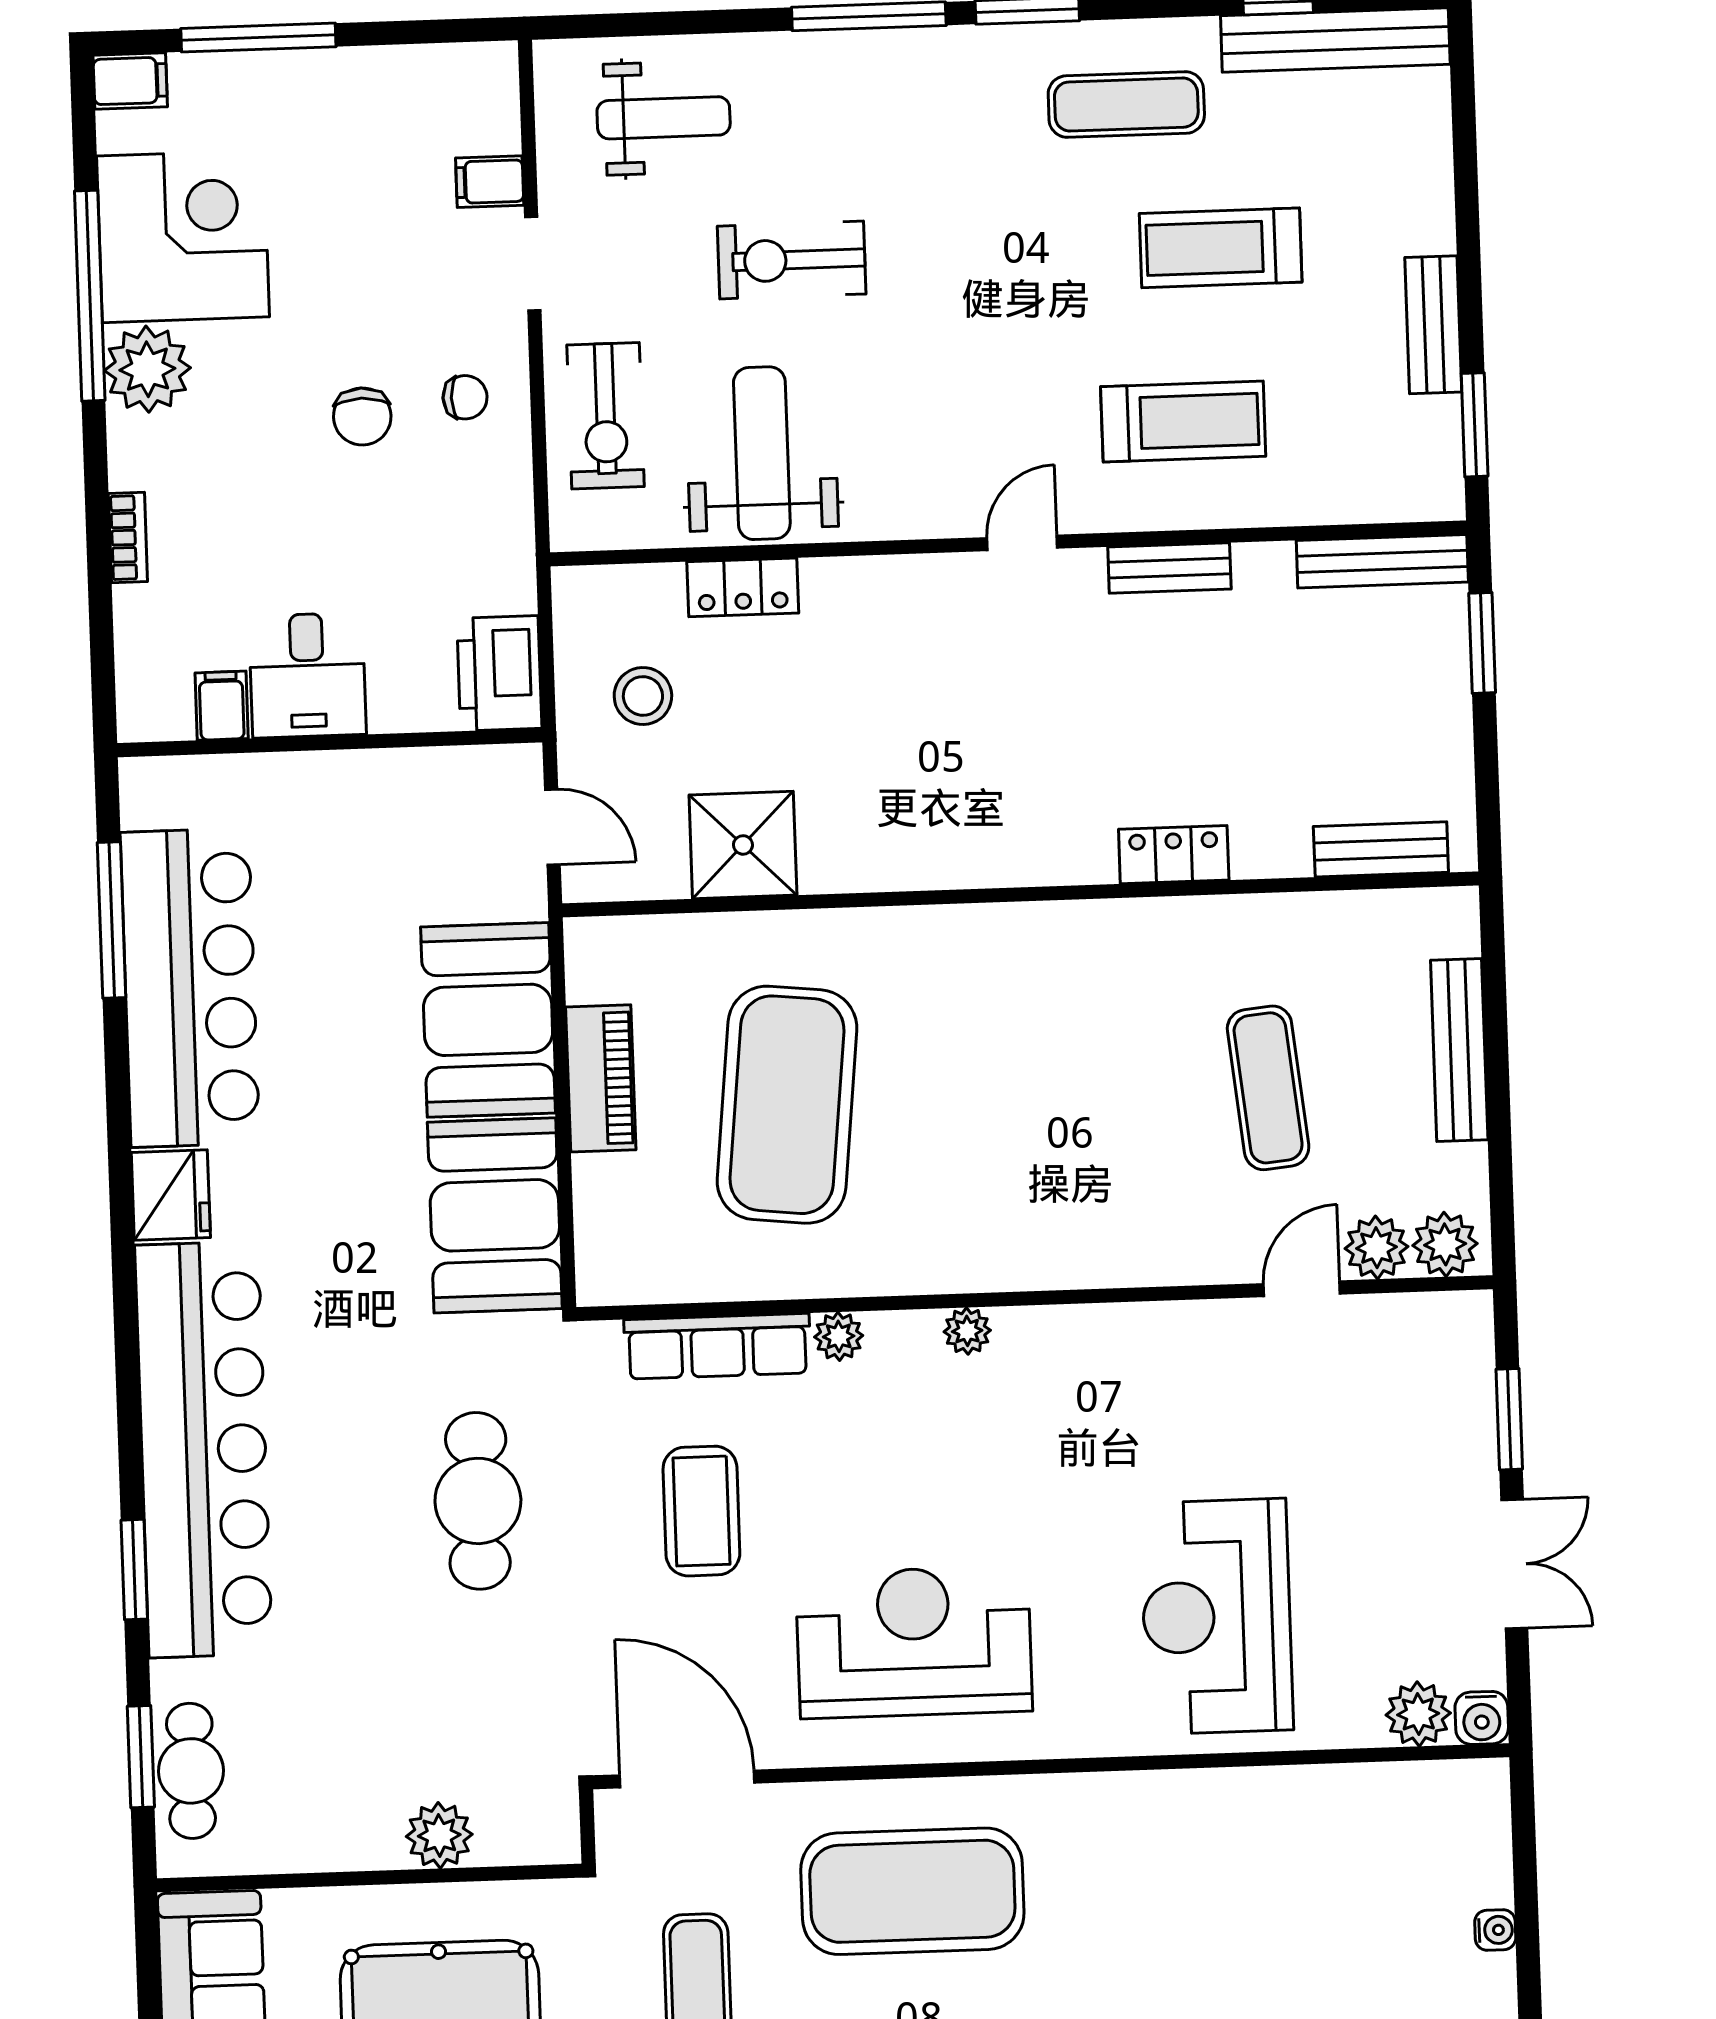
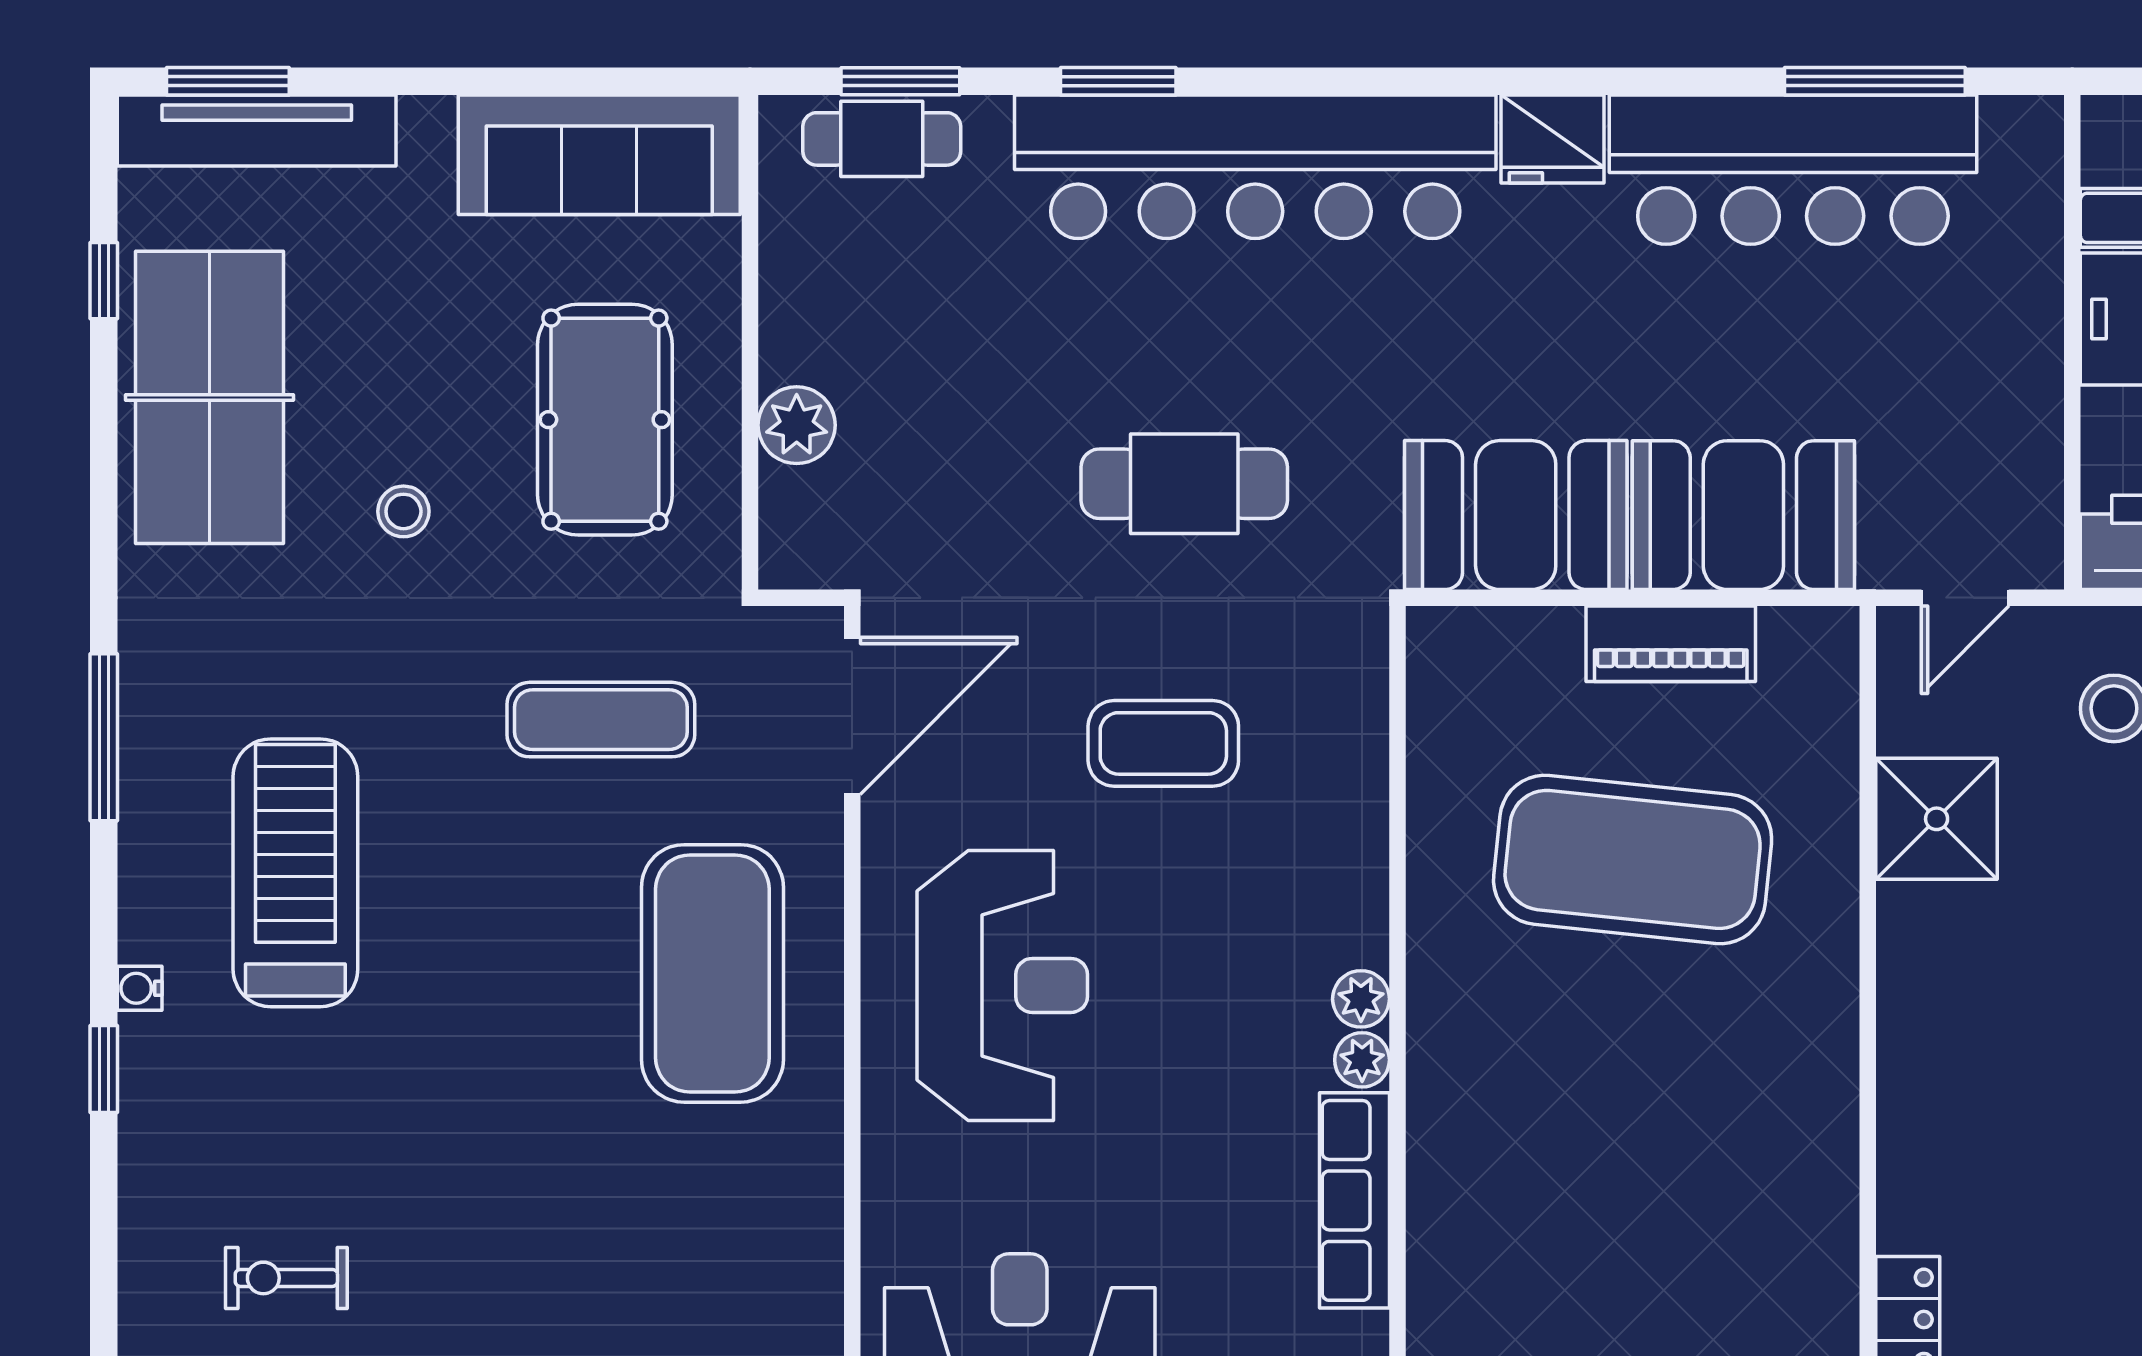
plant: (839, 1336) -> (1361, 999), moved
row of seats: (717, 1346) -> (1354, 1200), moved

